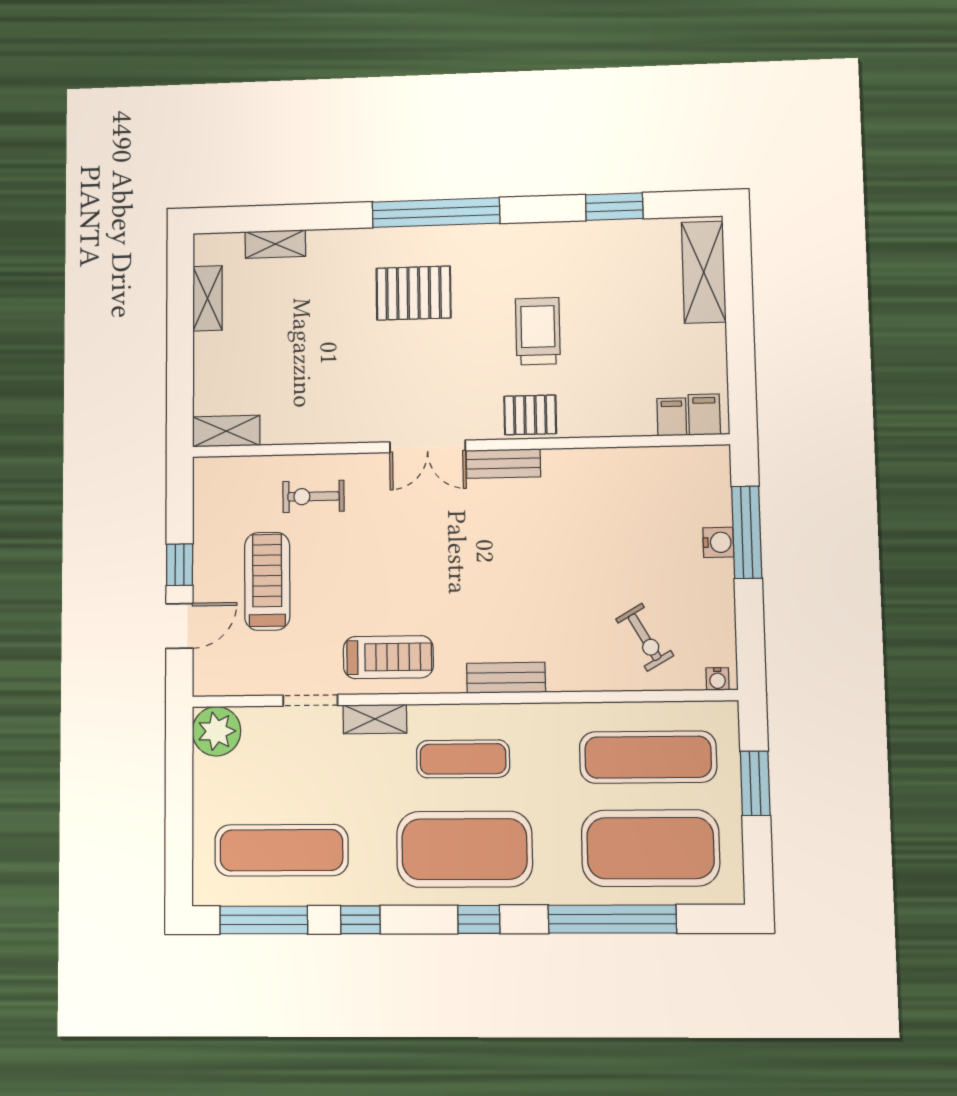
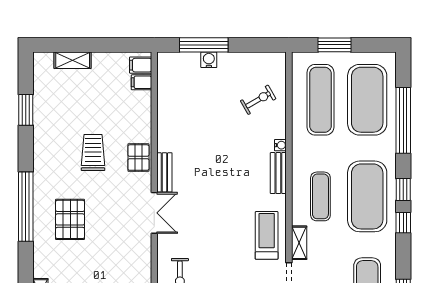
shelving: (704, 272) -> (73, 60), width x0.67, depth x0.75
trolley: (538, 331) -> (93, 152), turned 90
water cooler: (718, 679) -> (280, 145), moved
window: (360, 920) -> (403, 223), moved

